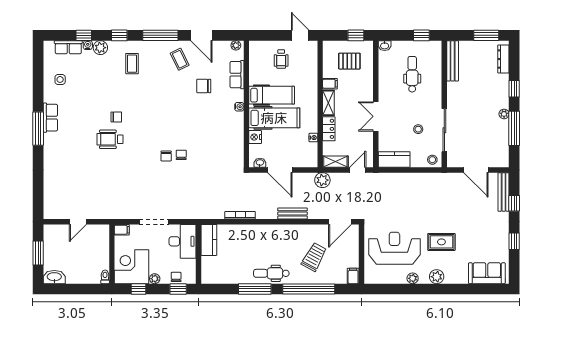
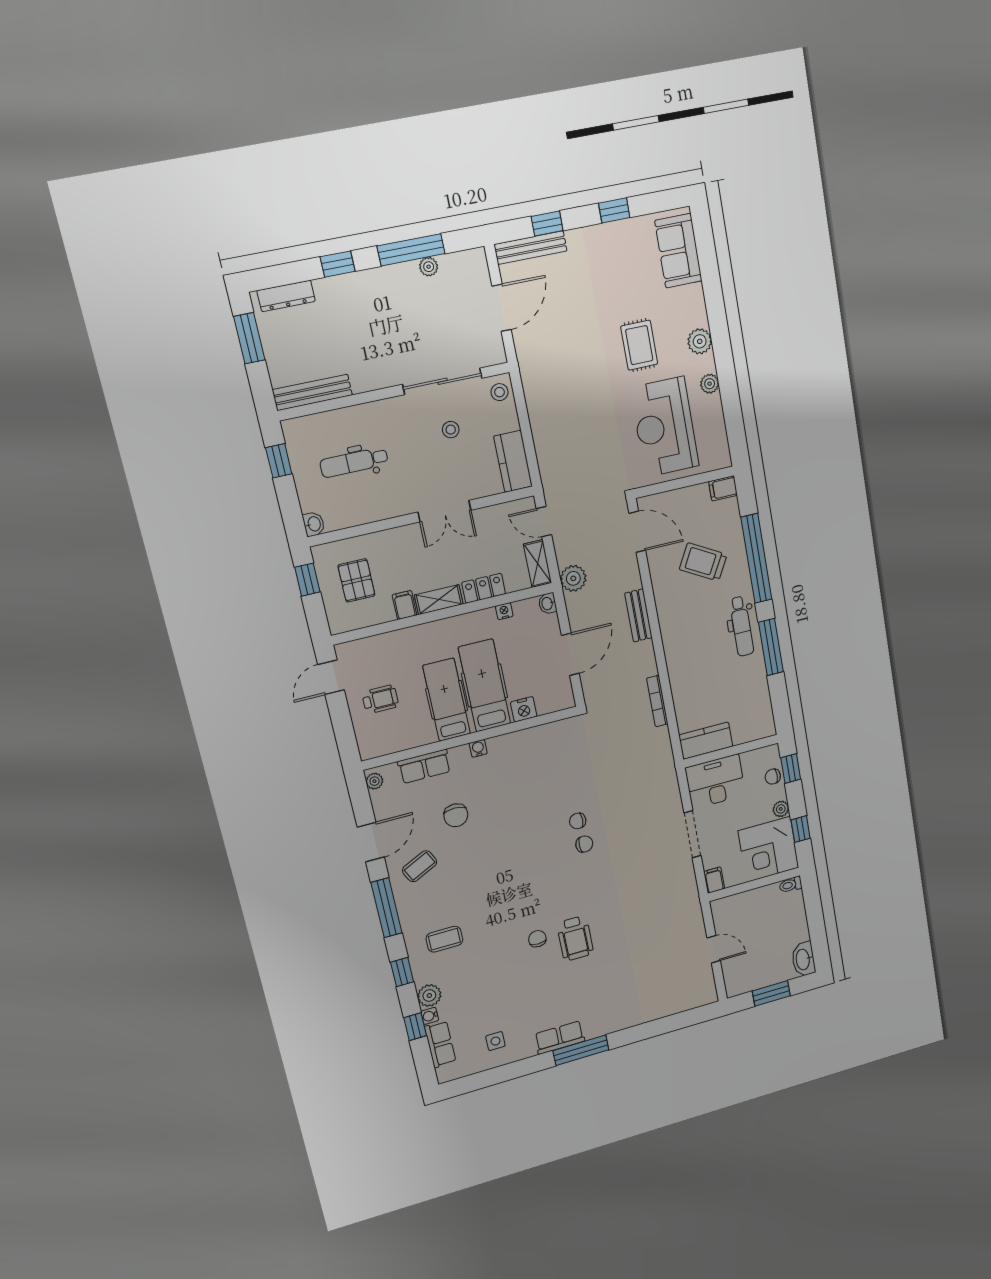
plant: (504, 114) -> (429, 267), moved
washbasin: (260, 163) -> (548, 603), moved

